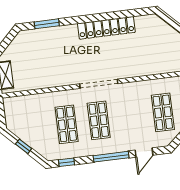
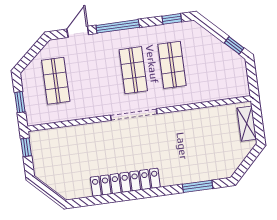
window: (24, 146) -> (234, 45), moved

